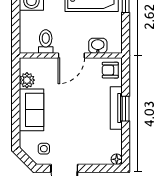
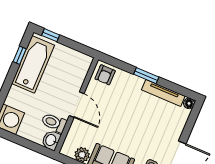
washbasin: (98, 46) -> (51, 140), moved
tv unit: (116, 108) -> (163, 93), moved

